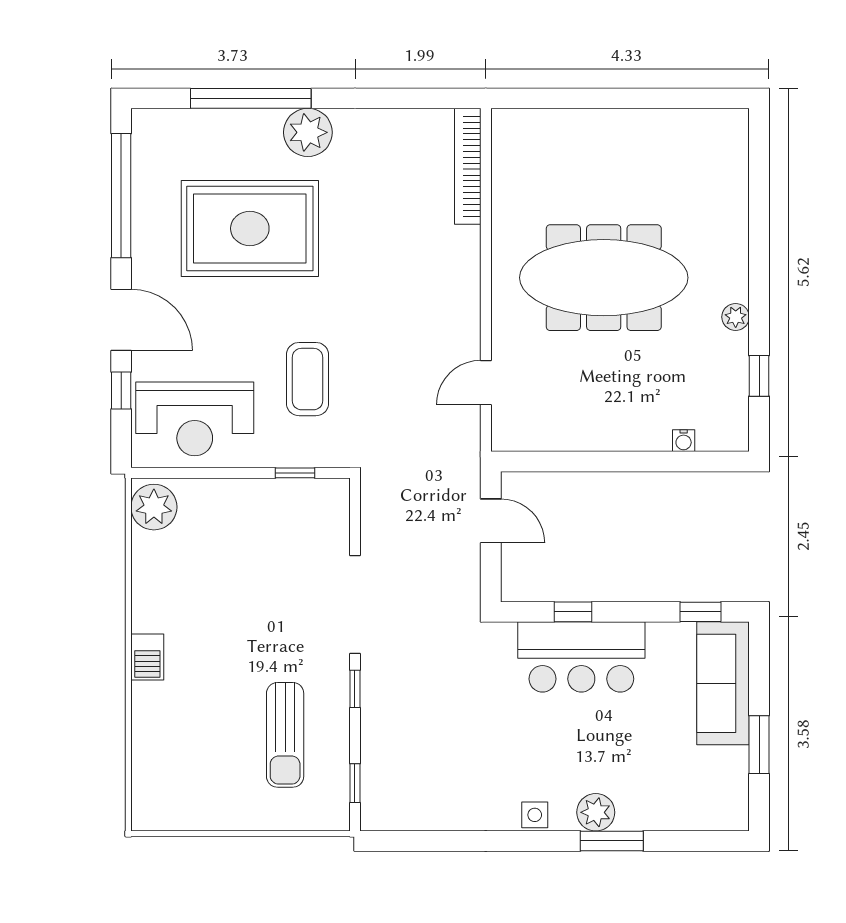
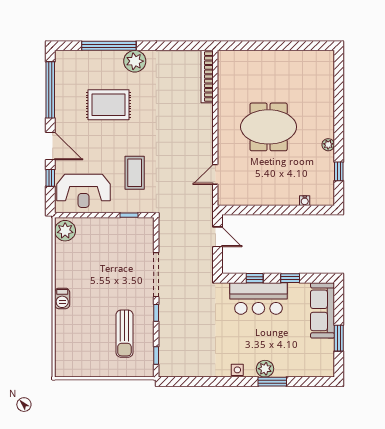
rug: (250, 228) -> (109, 105), width x0.73, depth x0.69
meeting table: (604, 278) -> (269, 127), width x0.73
window: (701, 612) -> (290, 278), moved

